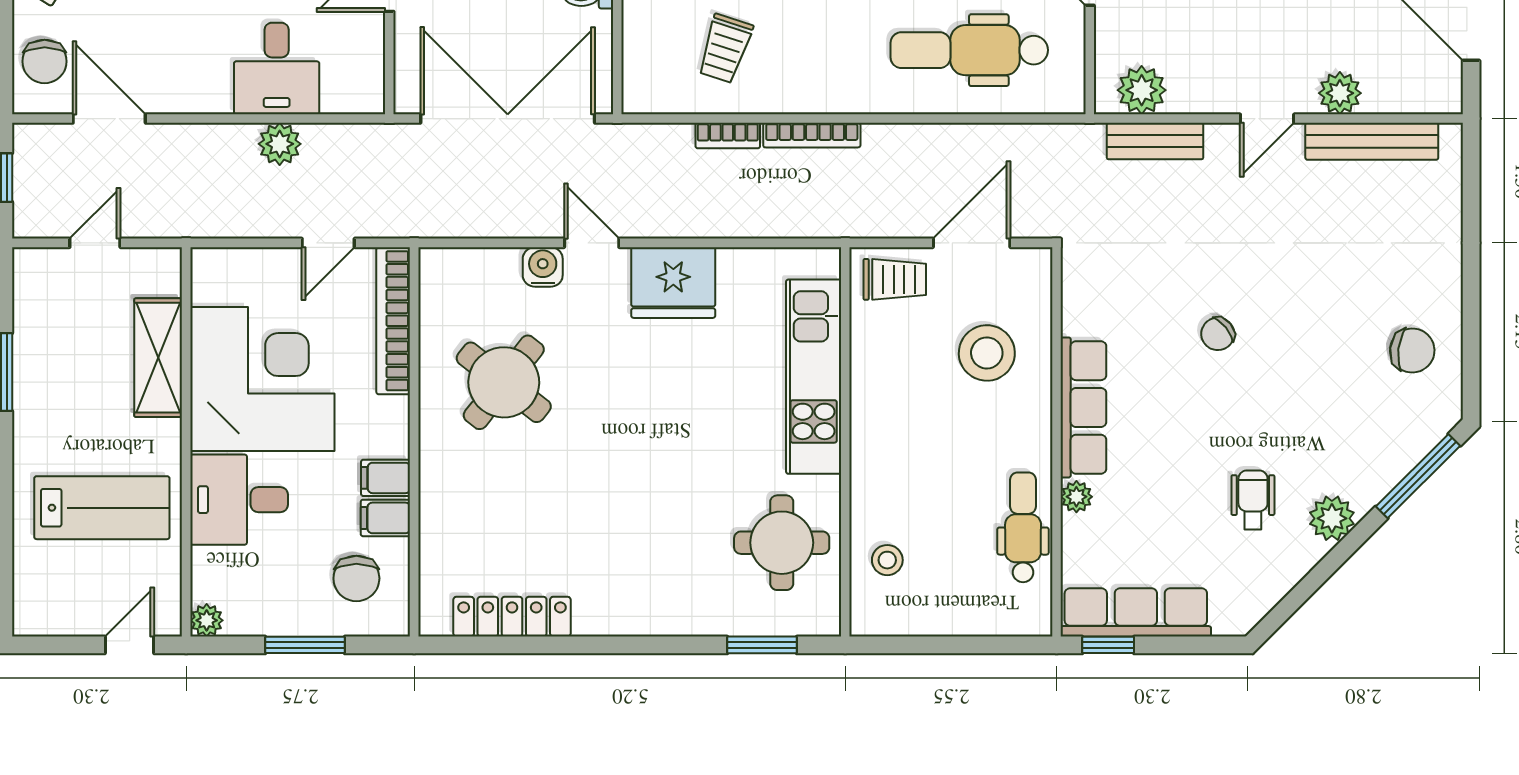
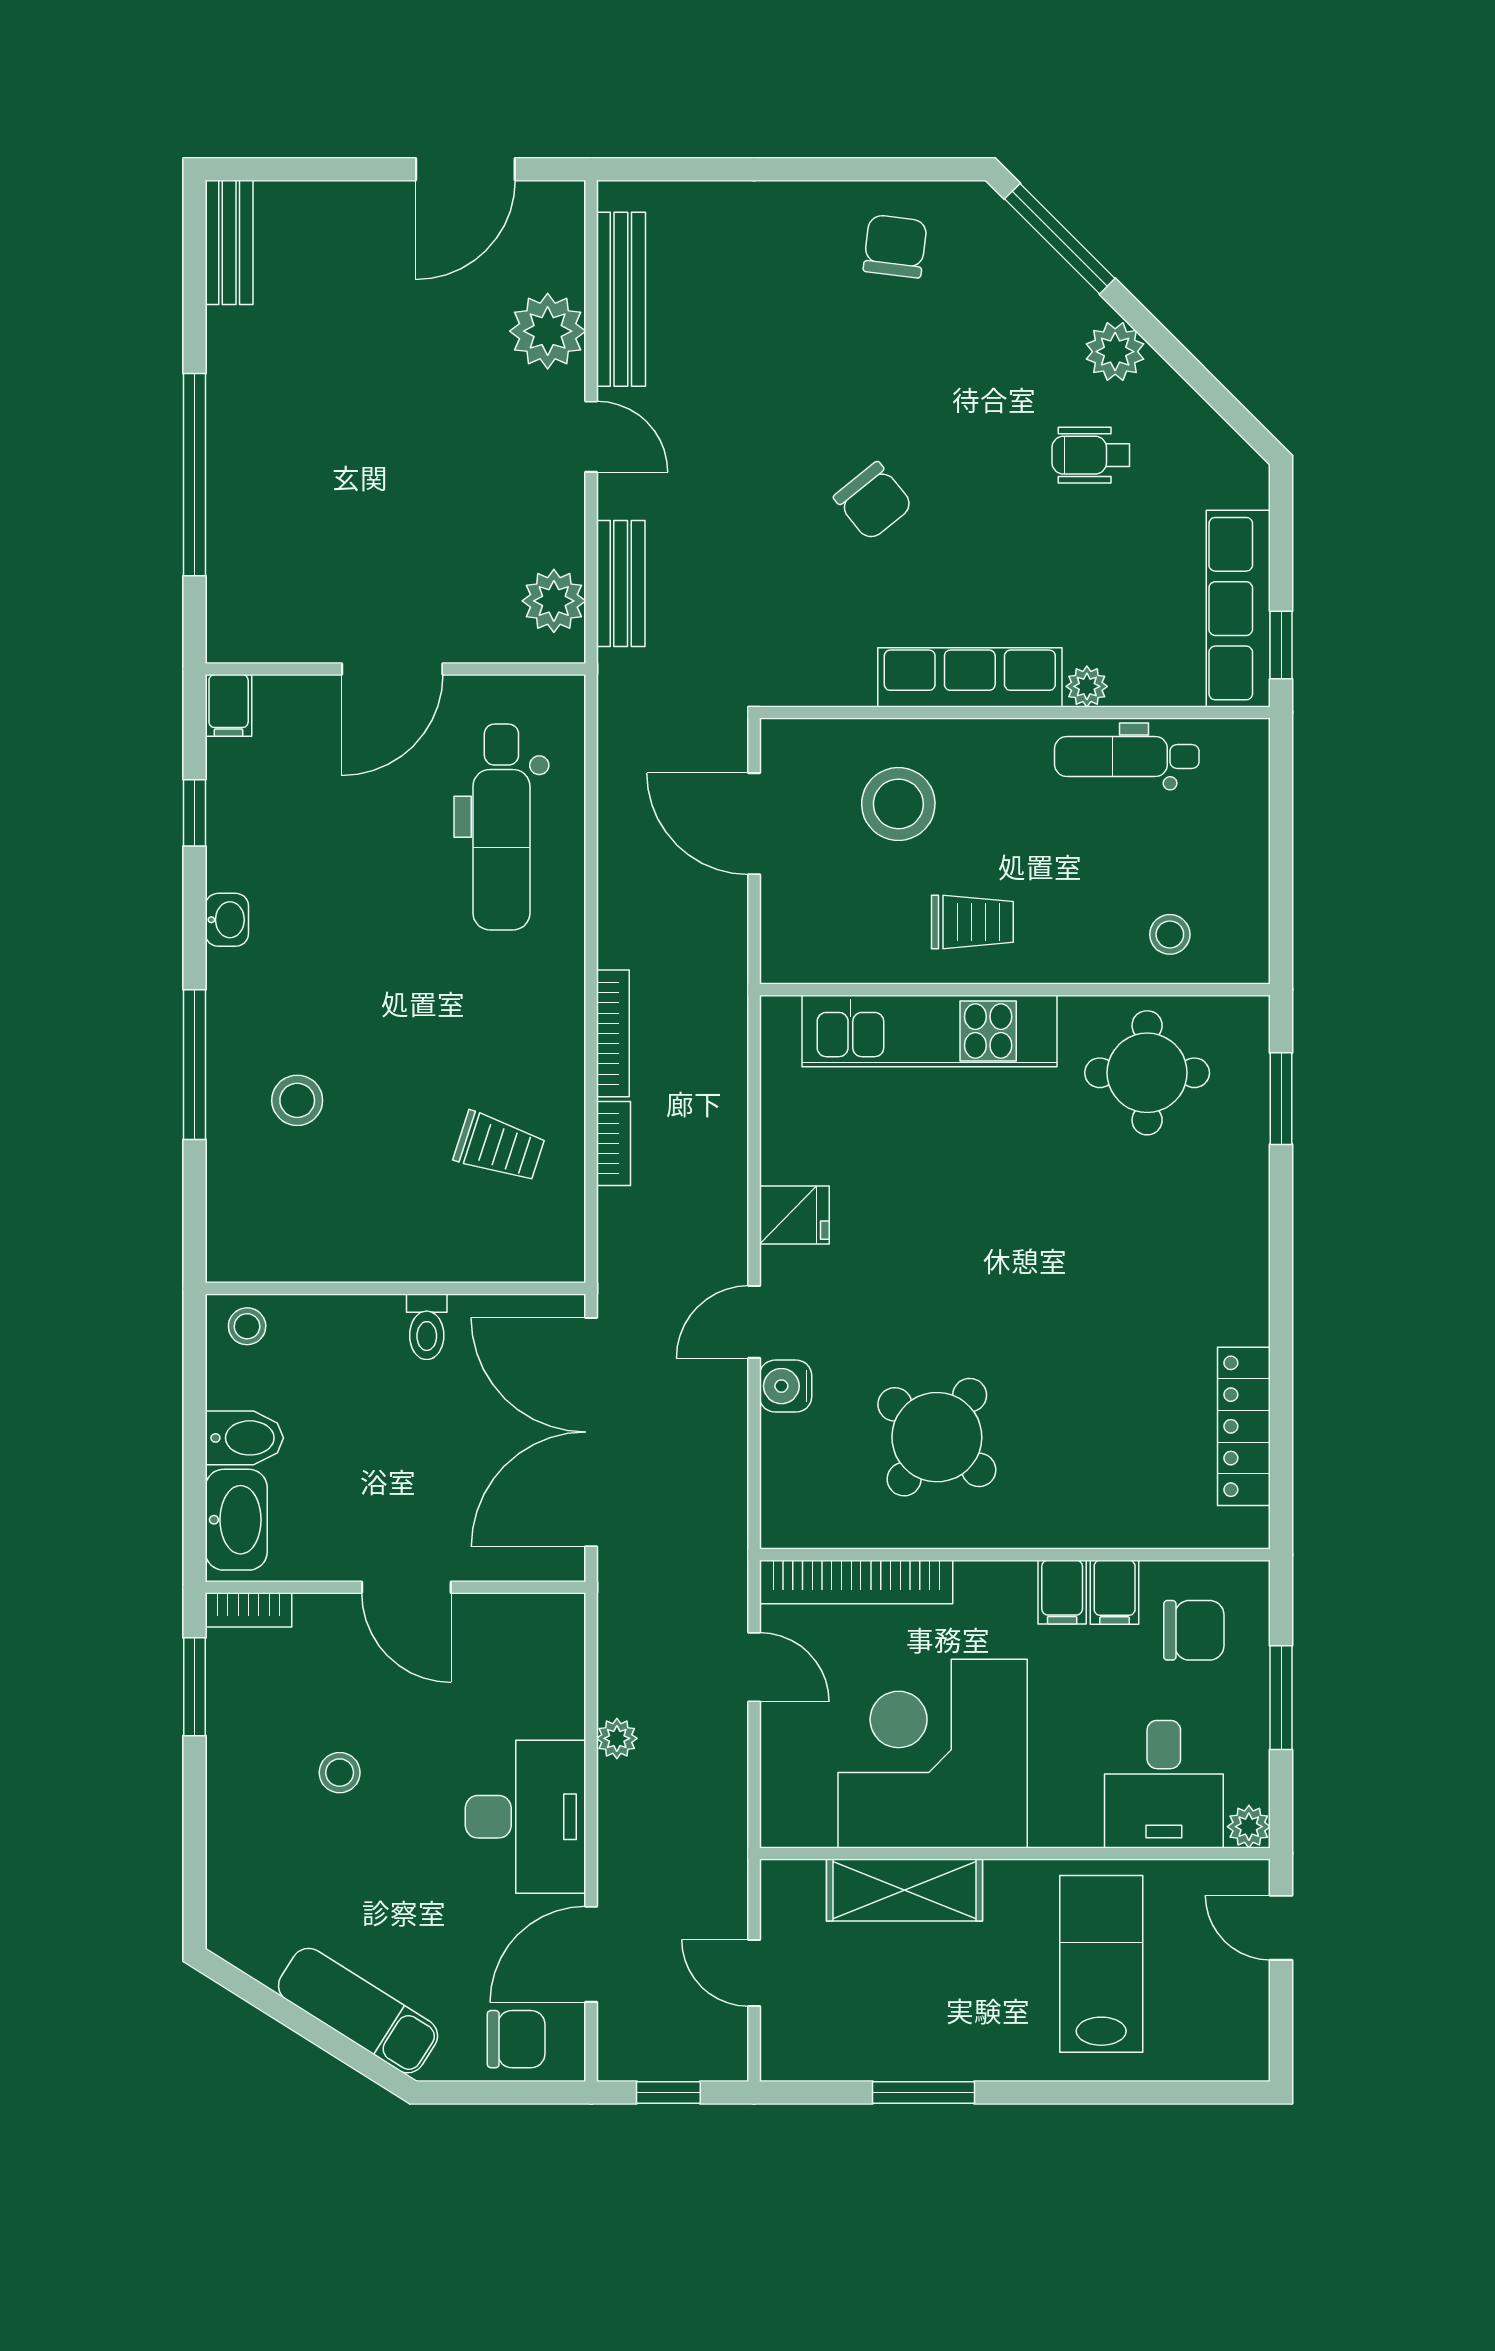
desk: (277, 69) -> (526, 1817), moved, width x1.37
plant: (1340, 93) -> (548, 331), width x1.36, depth x1.36
plant: (280, 144) -> (617, 1738), width x0.73, depth x0.73
trolley: (895, 279) -> (972, 922), moved, turned 90
fridge: (673, 283) -> (794, 1215), width x0.53, depth x0.75
chair: (1218, 334) -> (873, 501), width x1.37, depth x1.37
desk: (239, 500) -> (1164, 1784), moved

